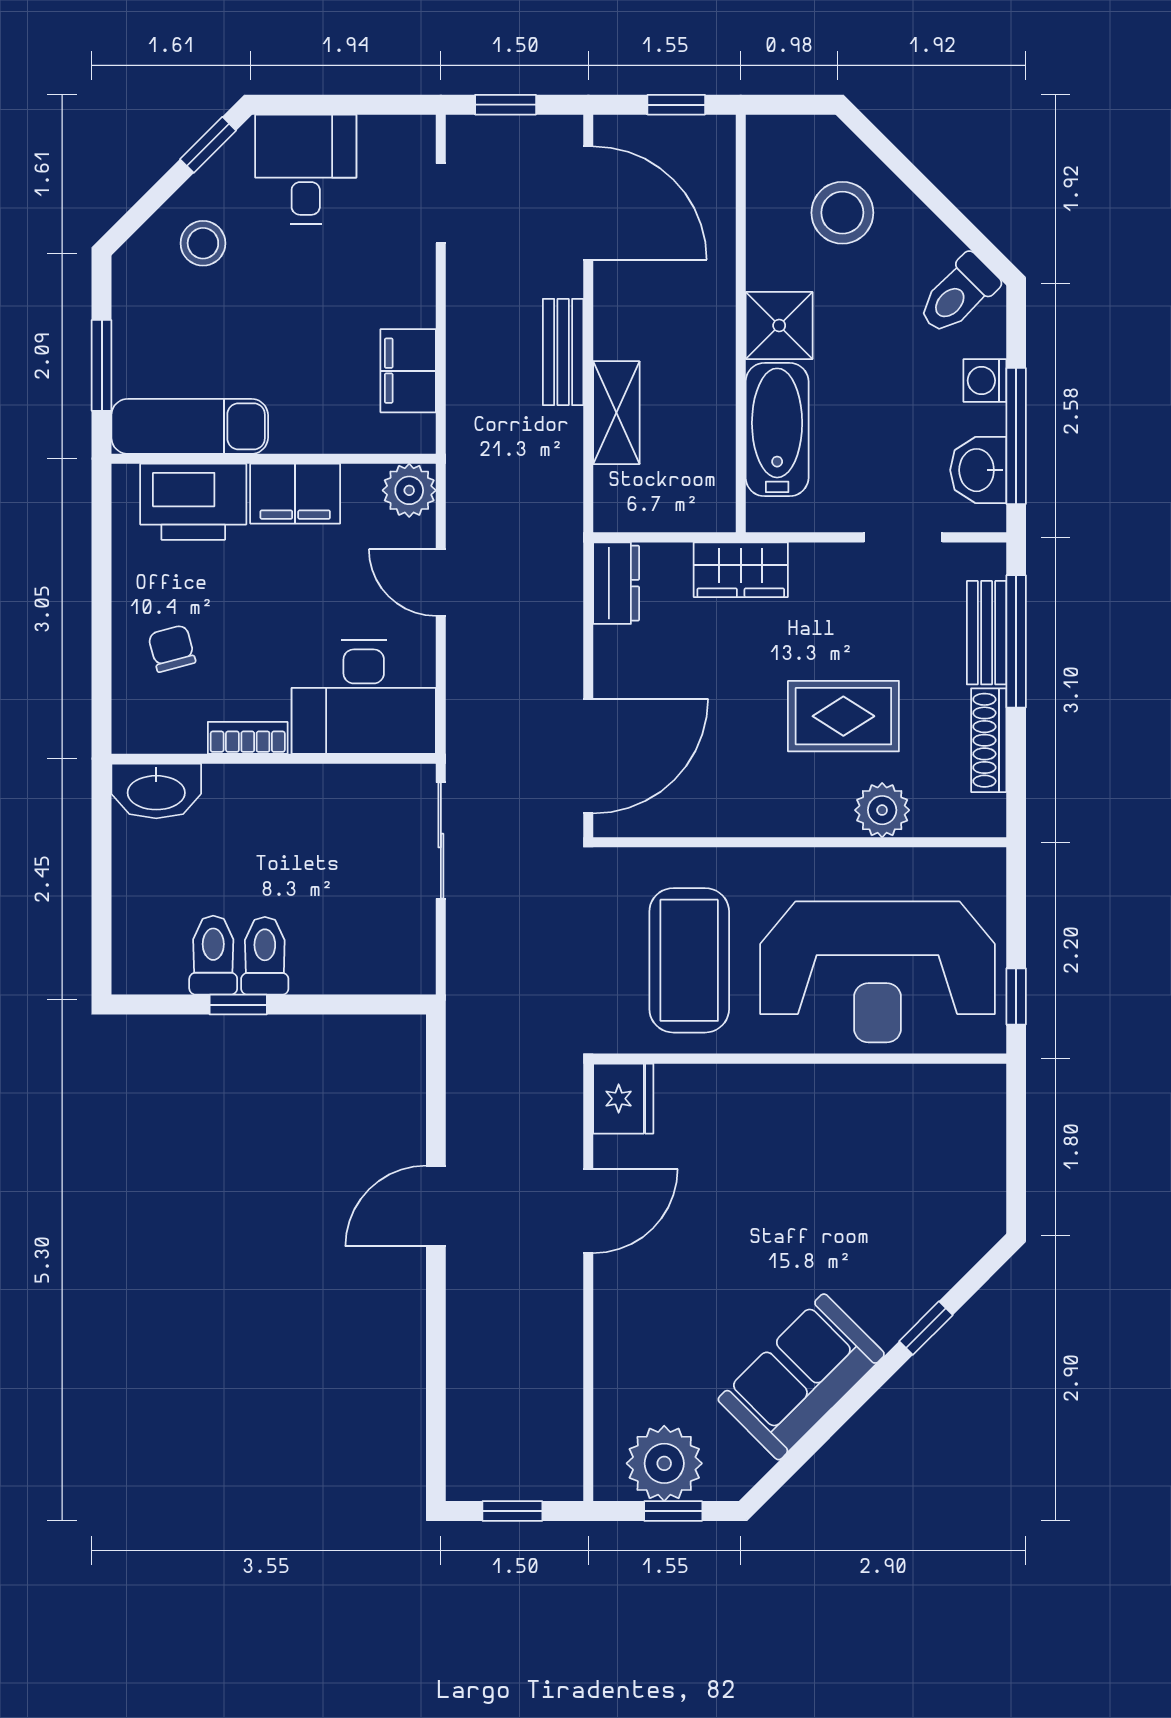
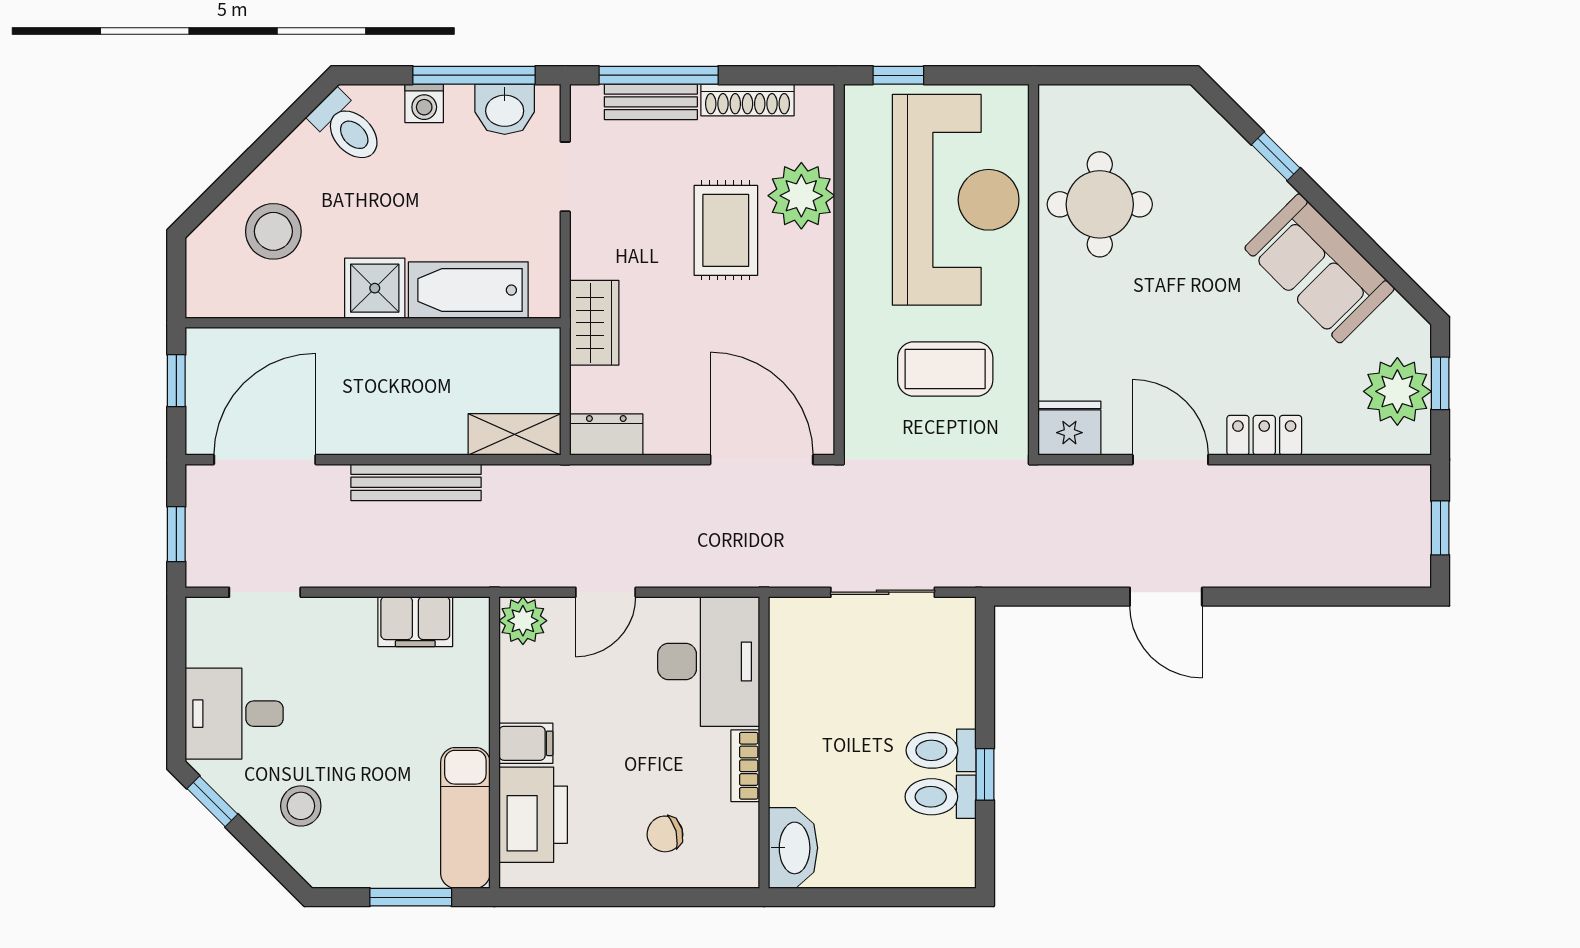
bench: (563, 352) -> (416, 482), width x1.36
shelving: (616, 413) -> (514, 434), moved
filing cabinet: (295, 494) -> (526, 743), width x0.50
plant: (882, 810) -> (801, 196), width x1.36, depth x1.36
sliding door: (441, 840) -> (883, 592), moved
coffee table: (689, 960) -> (945, 369), width x0.73, depth x0.76
window: (1016, 996) -> (898, 75), moved
round table: (872, 1132) -> (1100, 204), added
locker: (615, 1315) -> (1264, 435), added

